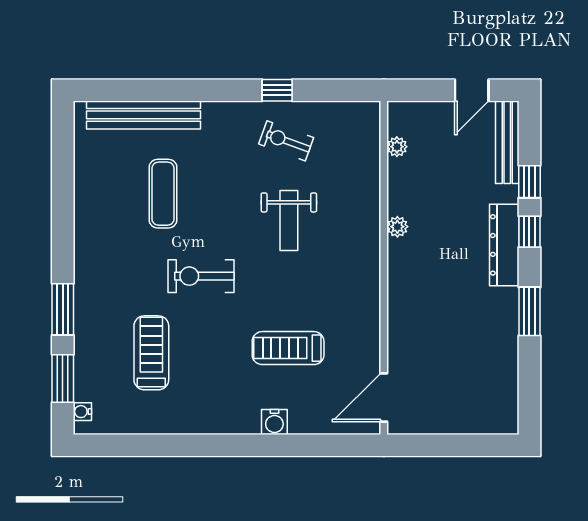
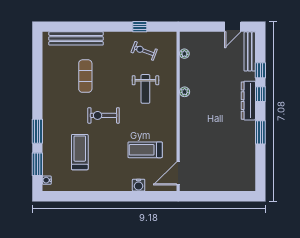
plant: (397, 147) -> (184, 54), moved
plant: (397, 227) -> (185, 92), moved
wall: (384, 268) -> (178, 111), moved
door: (384, 398) -> (178, 173), moved

